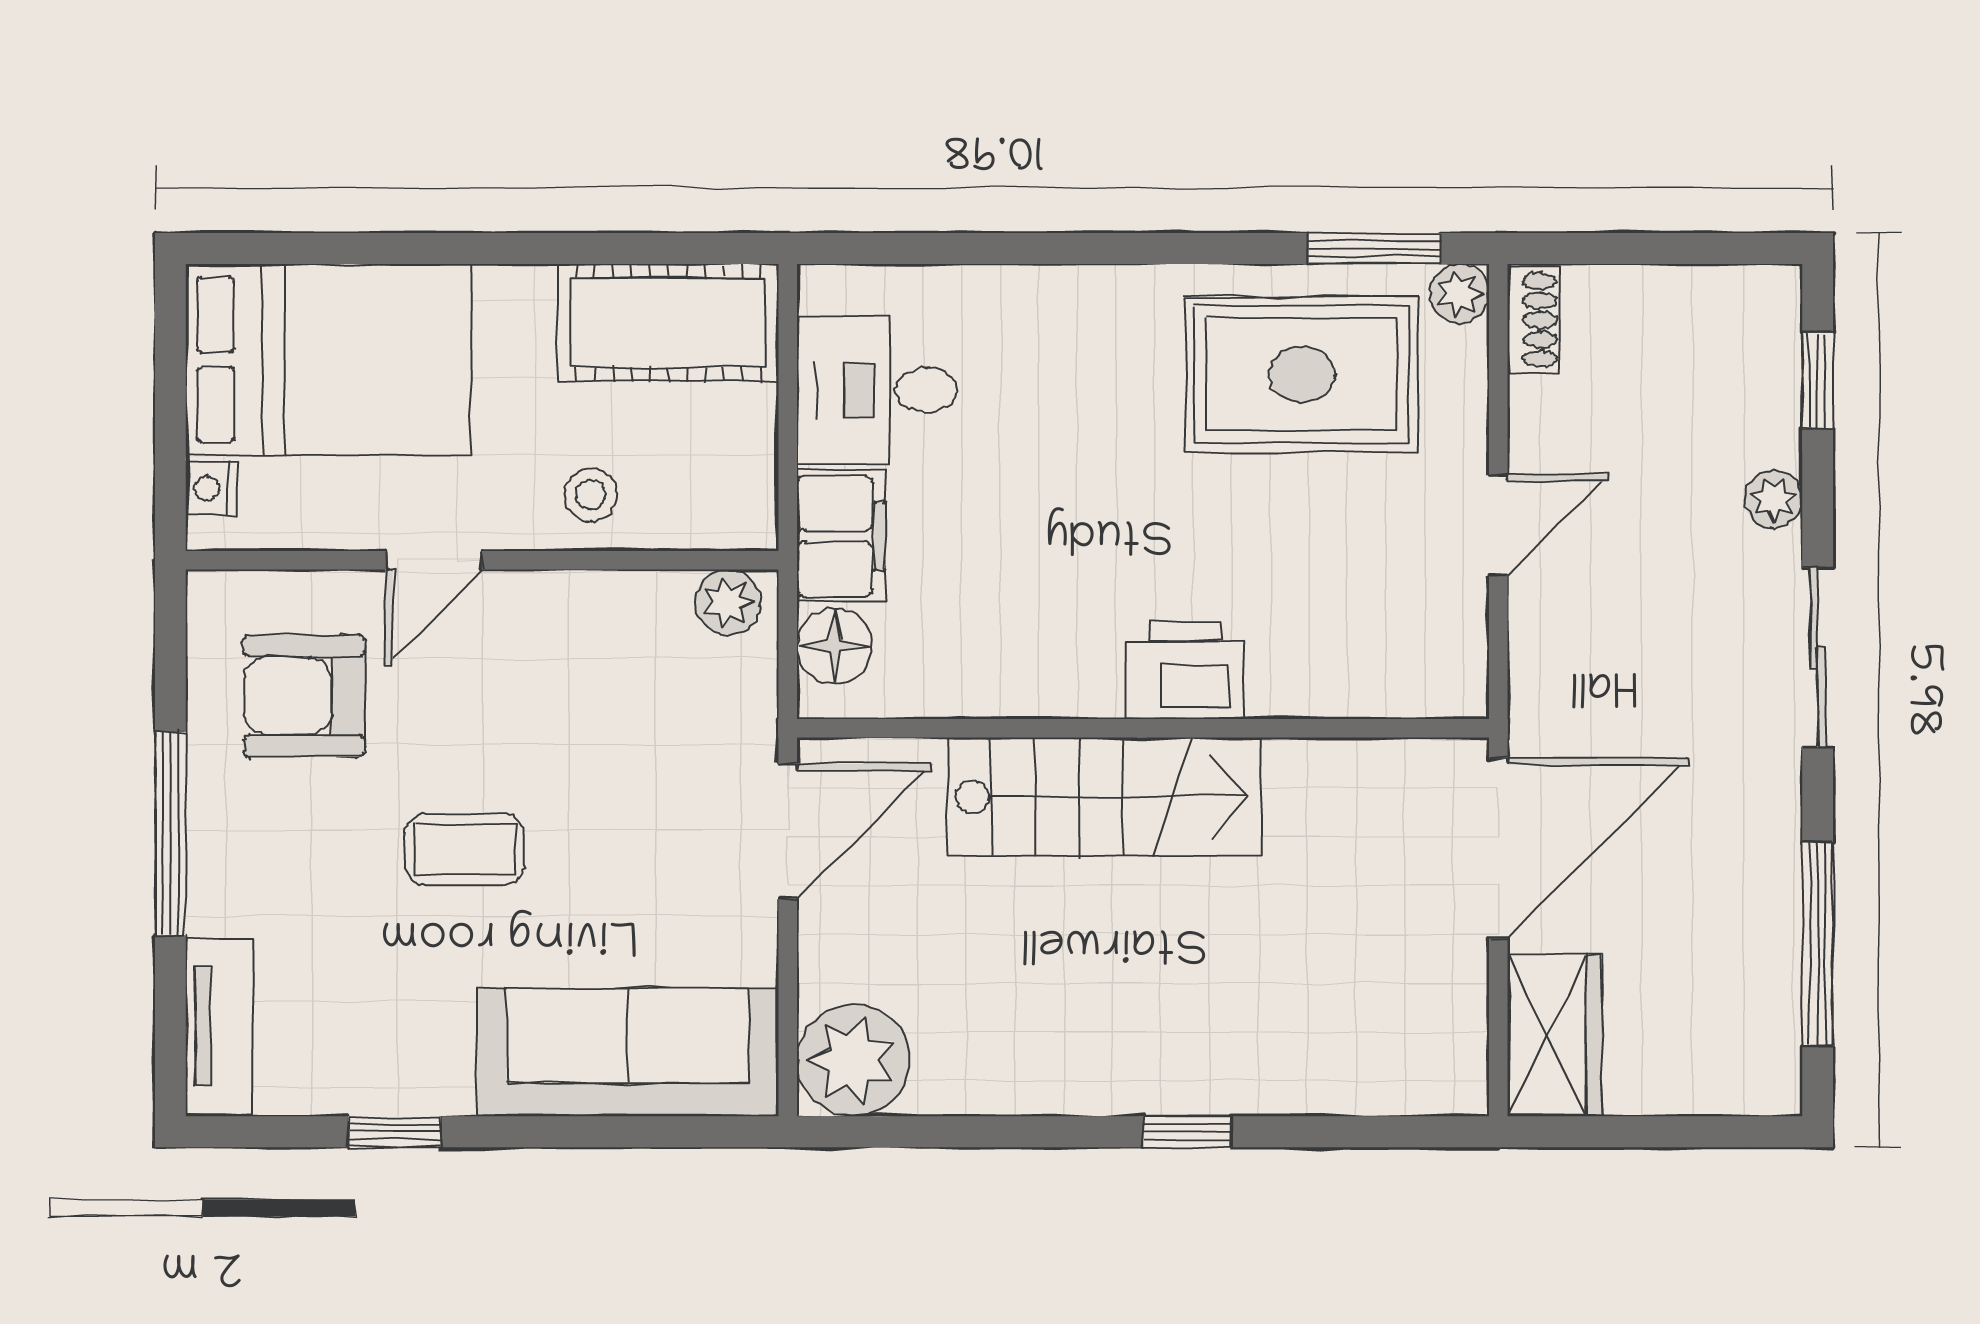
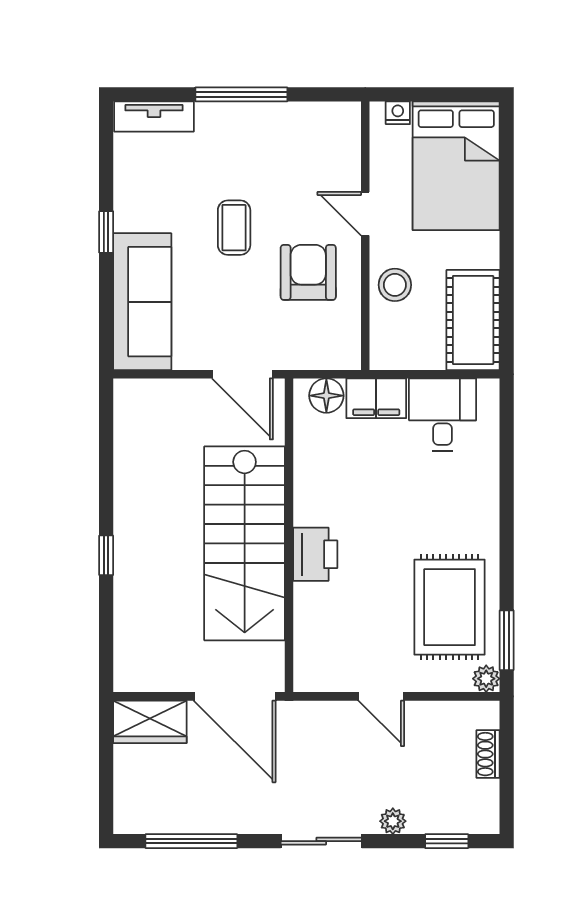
shoe rack: (1533, 320) -> (488, 754), moved, turned 90
stool: (591, 495) -> (395, 285), width x1.37, depth x1.37
plant: (728, 602) -> (346, 347), removed
armchair: (304, 696) -> (308, 272), moved
stairs: (1104, 797) -> (245, 543), width x1.36, depth x1.51
plant: (853, 1060) -> (139, 404), removed
window: (394, 1132) -> (106, 232), moved

